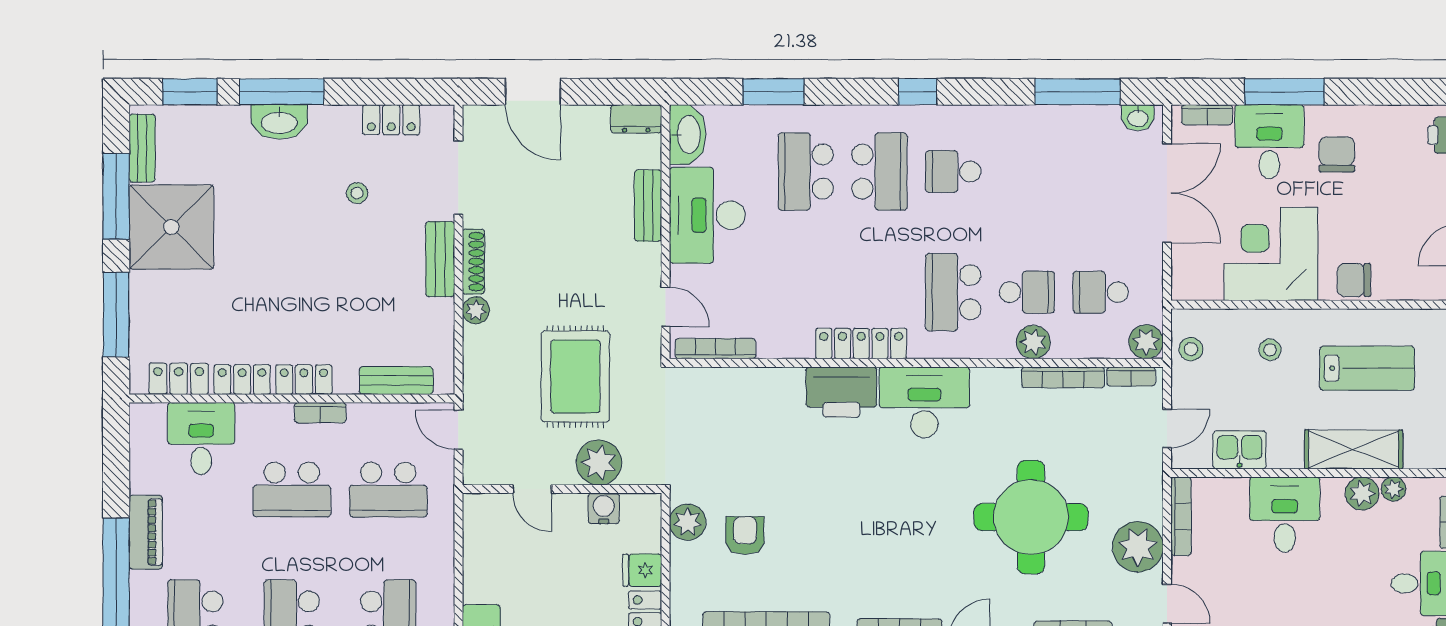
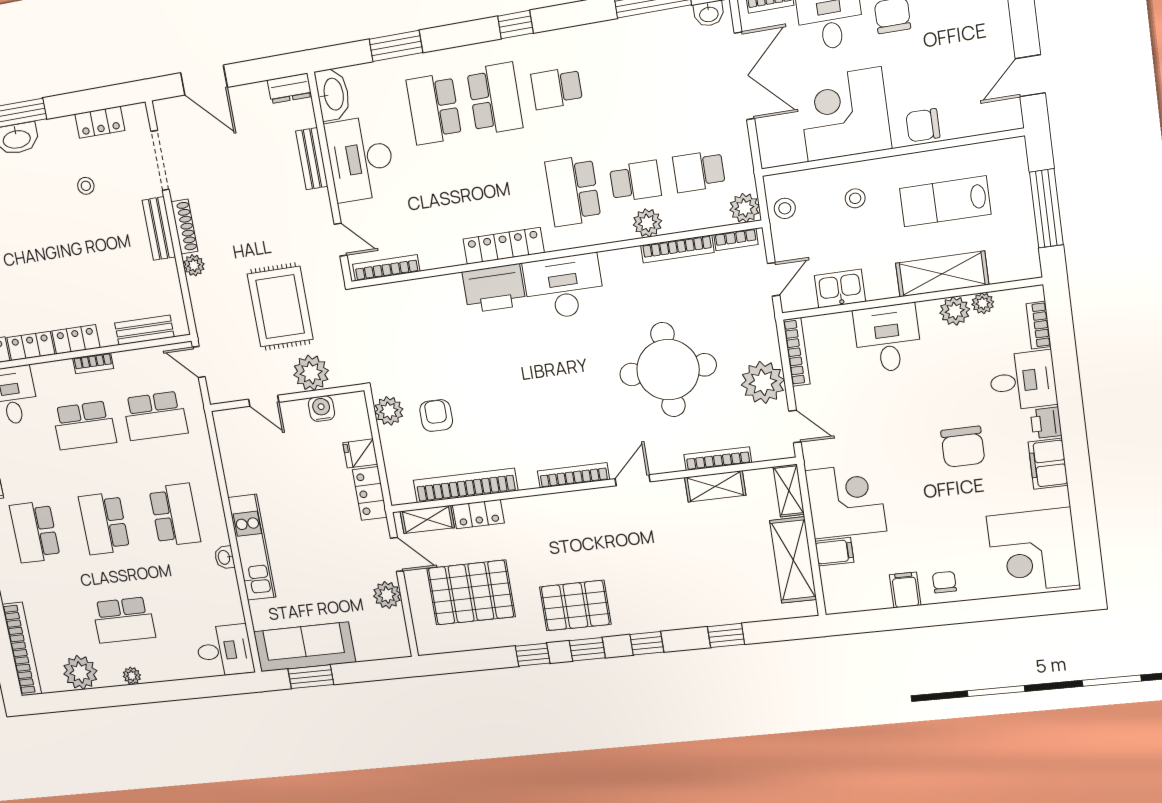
lab bench: (1367, 368) -> (945, 201), turned 180

